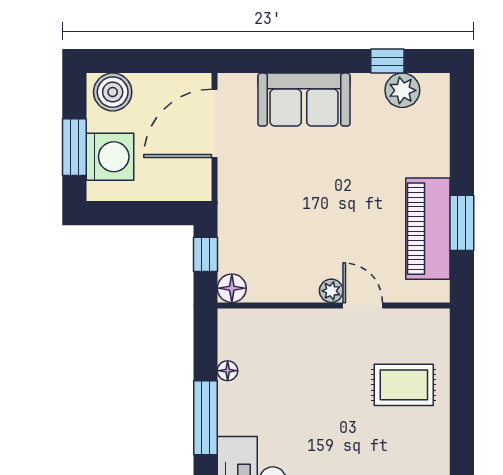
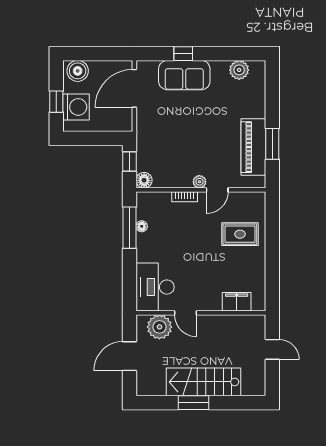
window: (387, 61) -> (183, 54), moved
window: (74, 147) -> (56, 102), width x0.67
door: (363, 305) -> (217, 190), swing flipped
bookcase: (305, 318) -> (185, 197), added
window: (206, 418) -> (129, 228), moved

